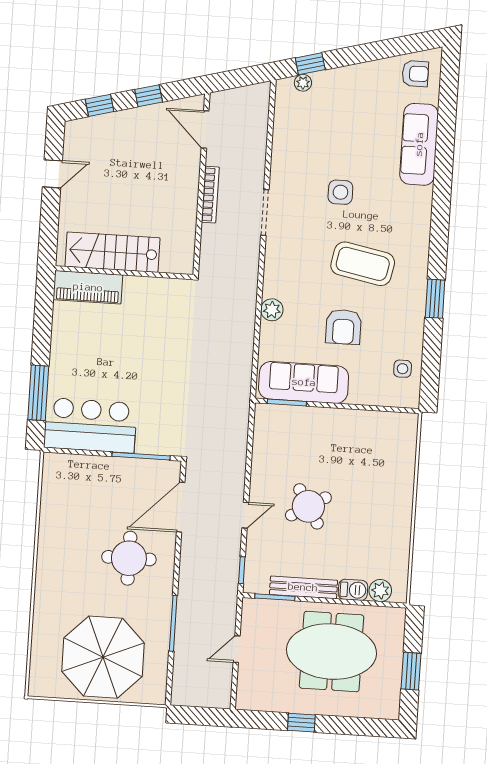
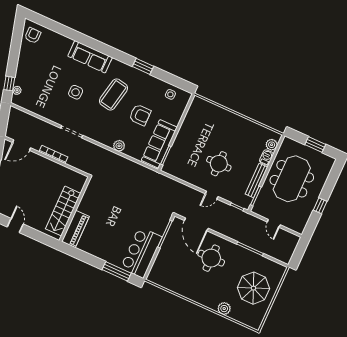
sofa: (419, 144) -> (90, 57), moved
round table: (308, 506) -> (219, 164), turned 31
door: (245, 515) -> (212, 195), swing flipped
plant: (45, 617) -> (224, 309), added
parasol: (103, 657) -> (253, 288), width x0.73, depth x0.73

